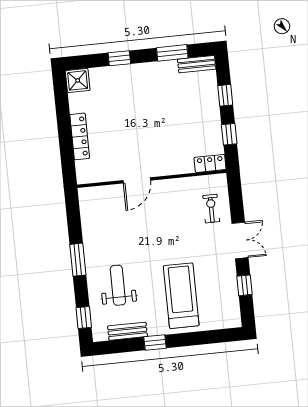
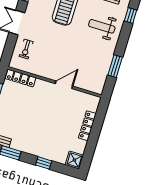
locker: (210, 163) -> (20, 78), width x1.53
window: (78, 260) -> (115, 66), moved
weight bench: (118, 285) -> (102, 26), turned 90

